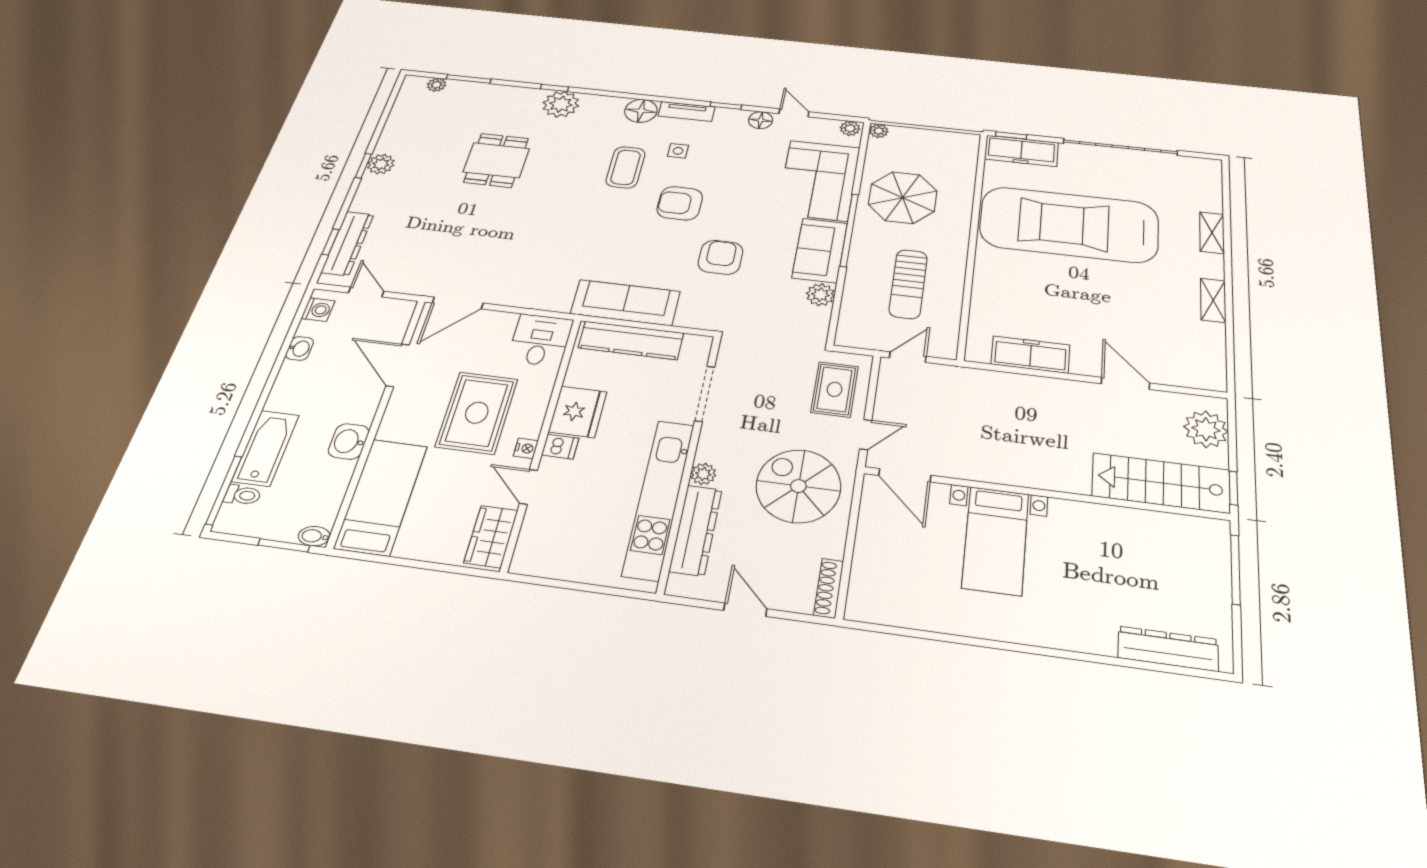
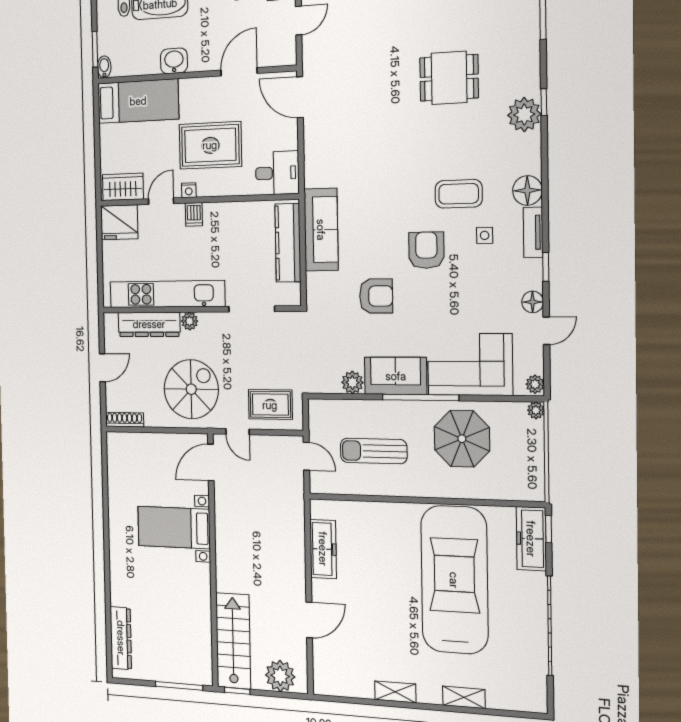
fridge: (578, 412) -> (119, 222), moved

